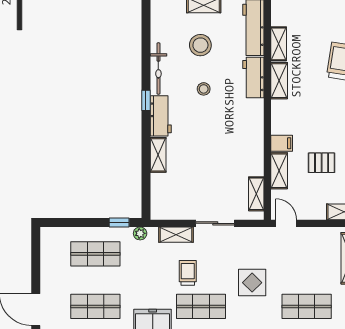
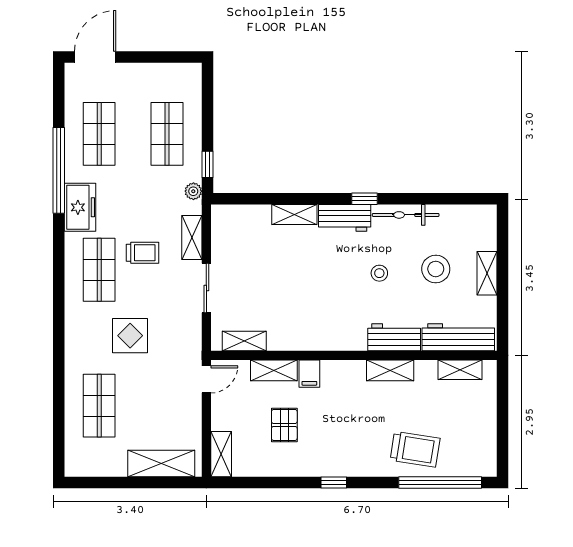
shelving: (279, 44) -> (460, 370), moved

